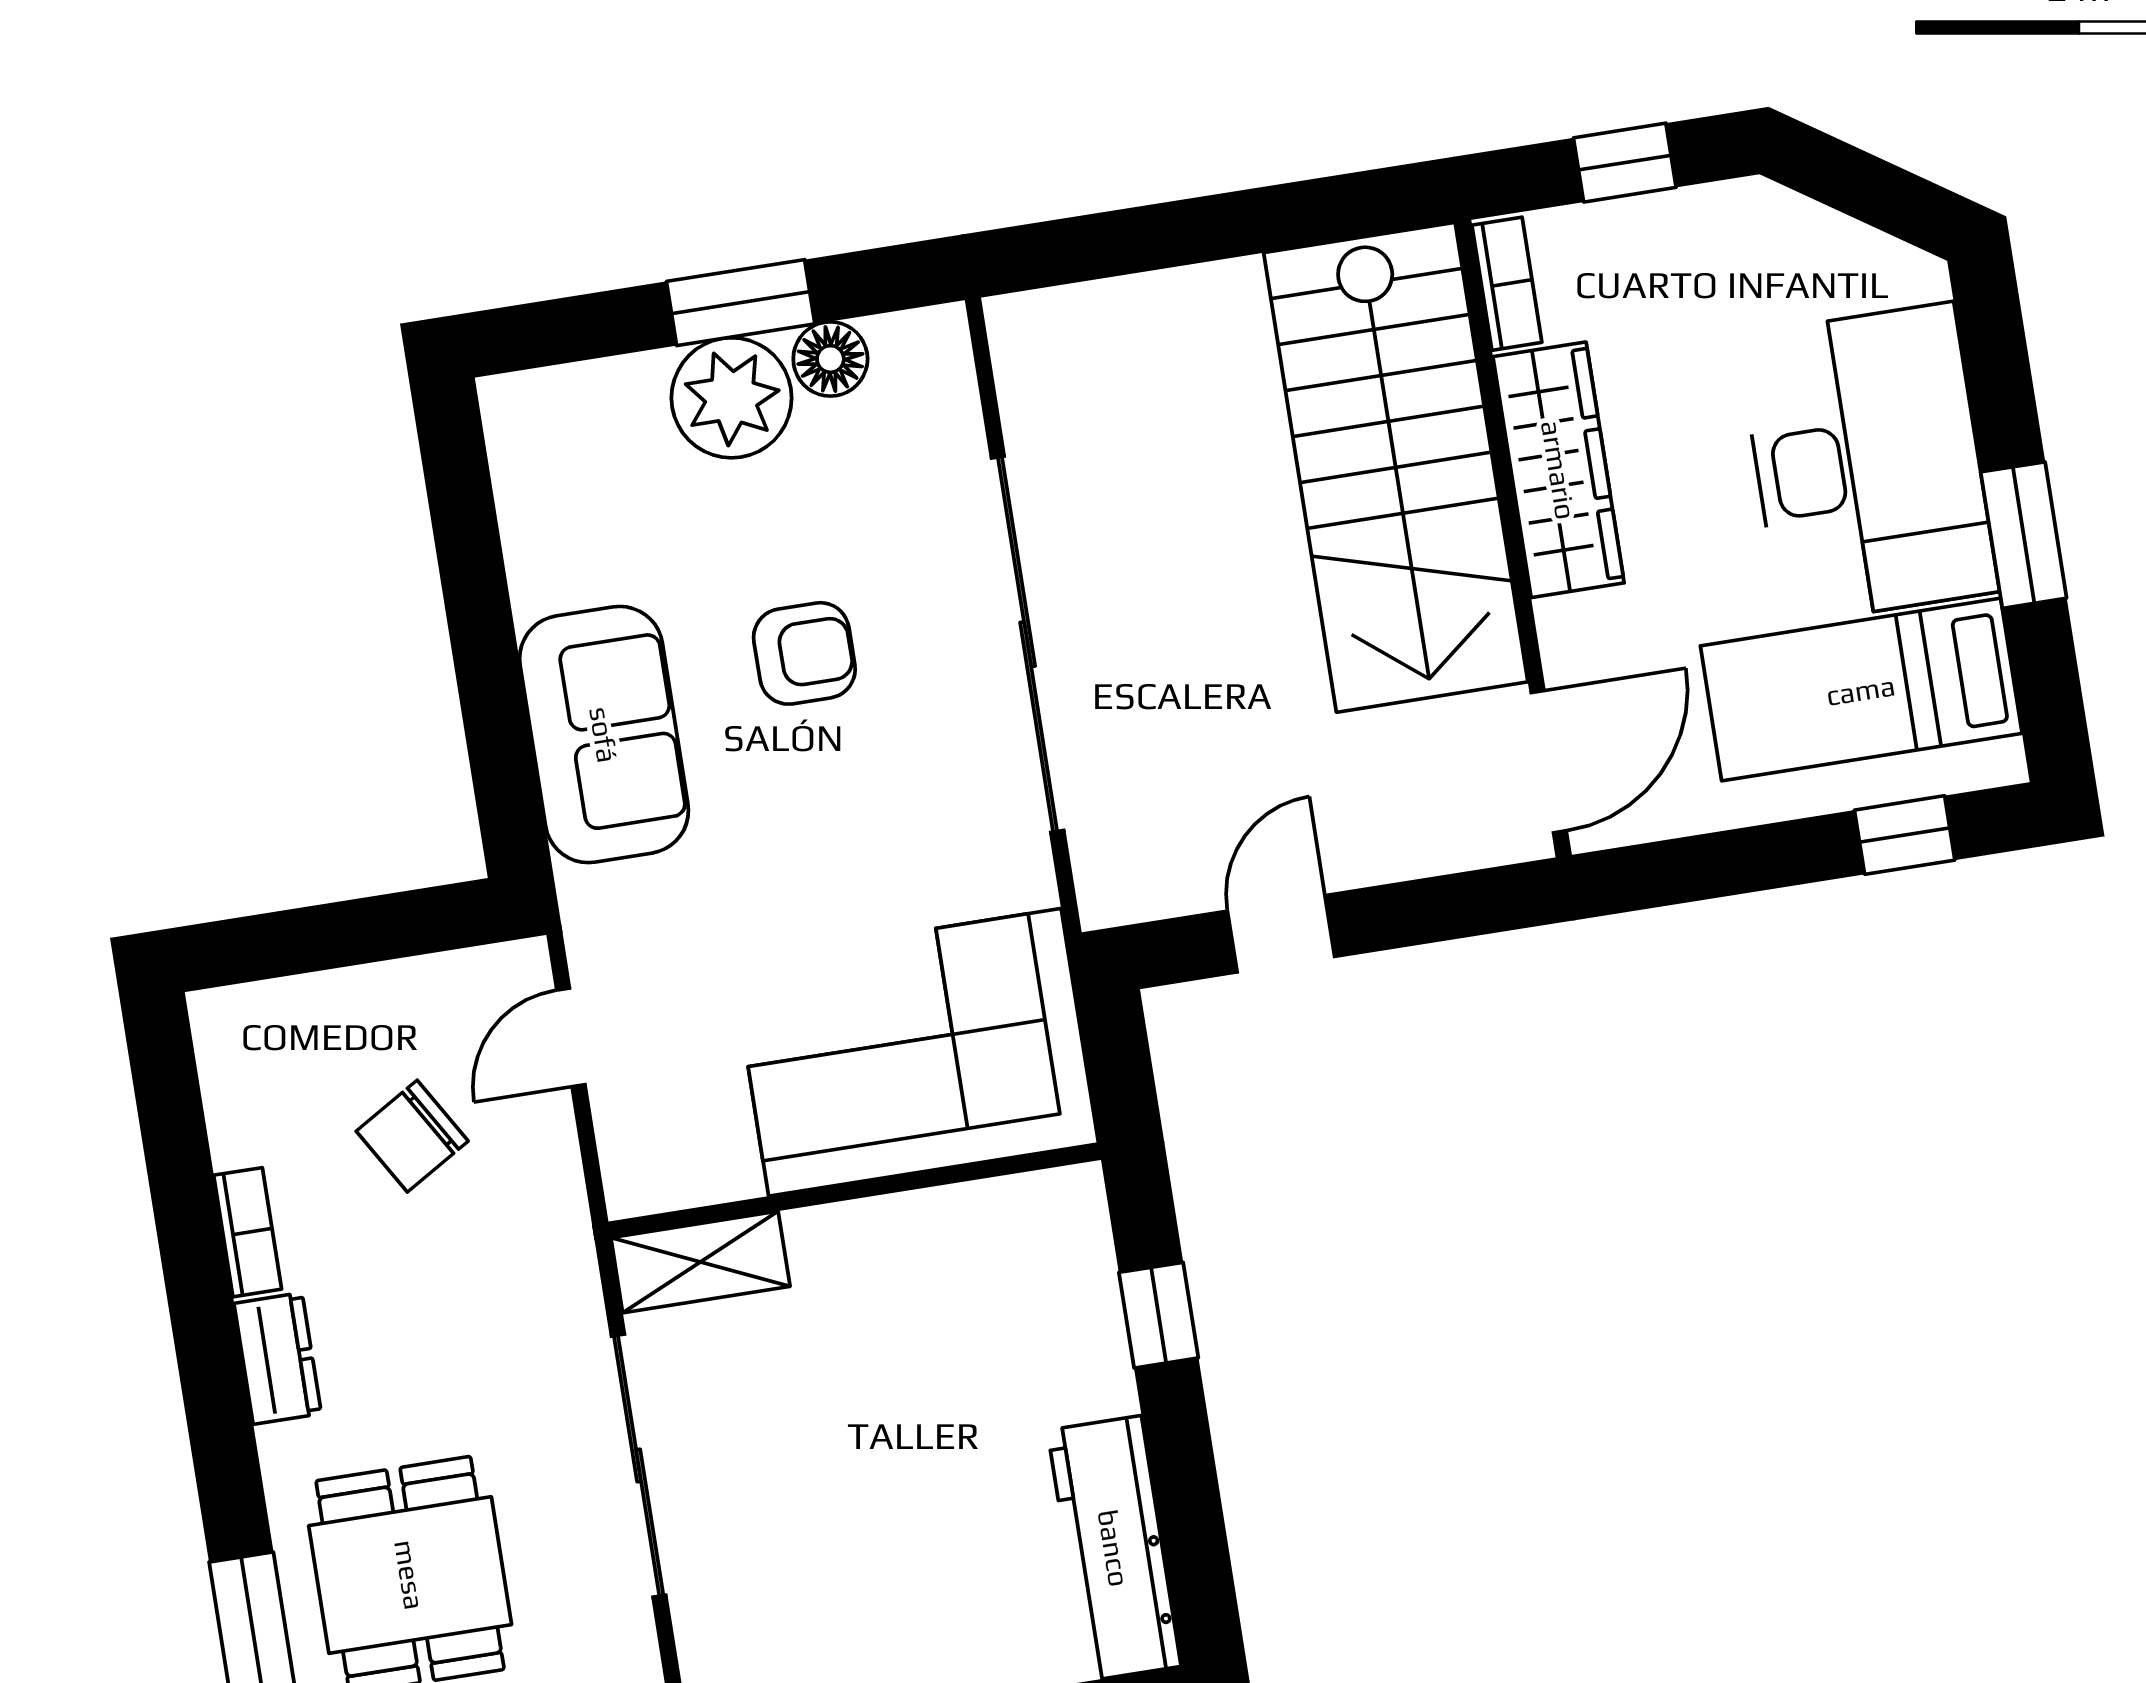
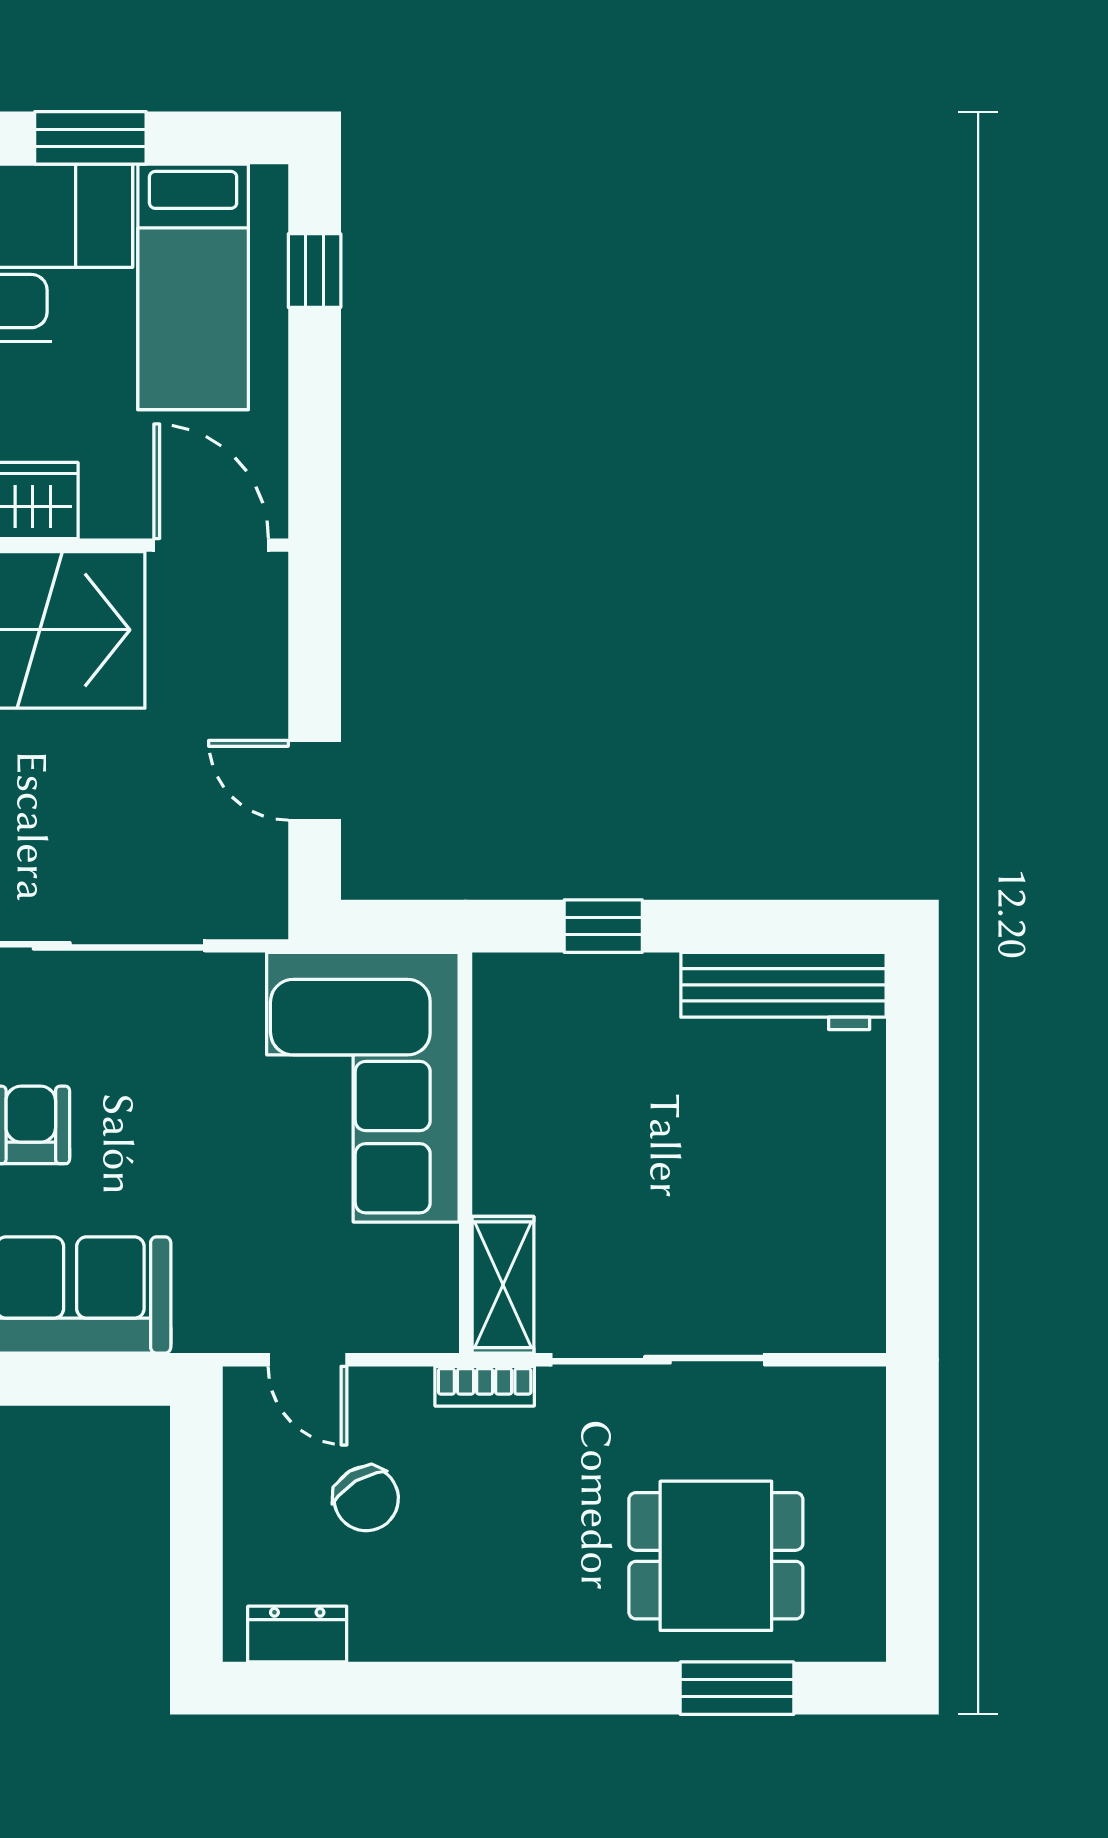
bookcase: (248, 1232) -> (485, 1386), moved, turned 180
dresser: (278, 1358) -> (297, 1634), moved

